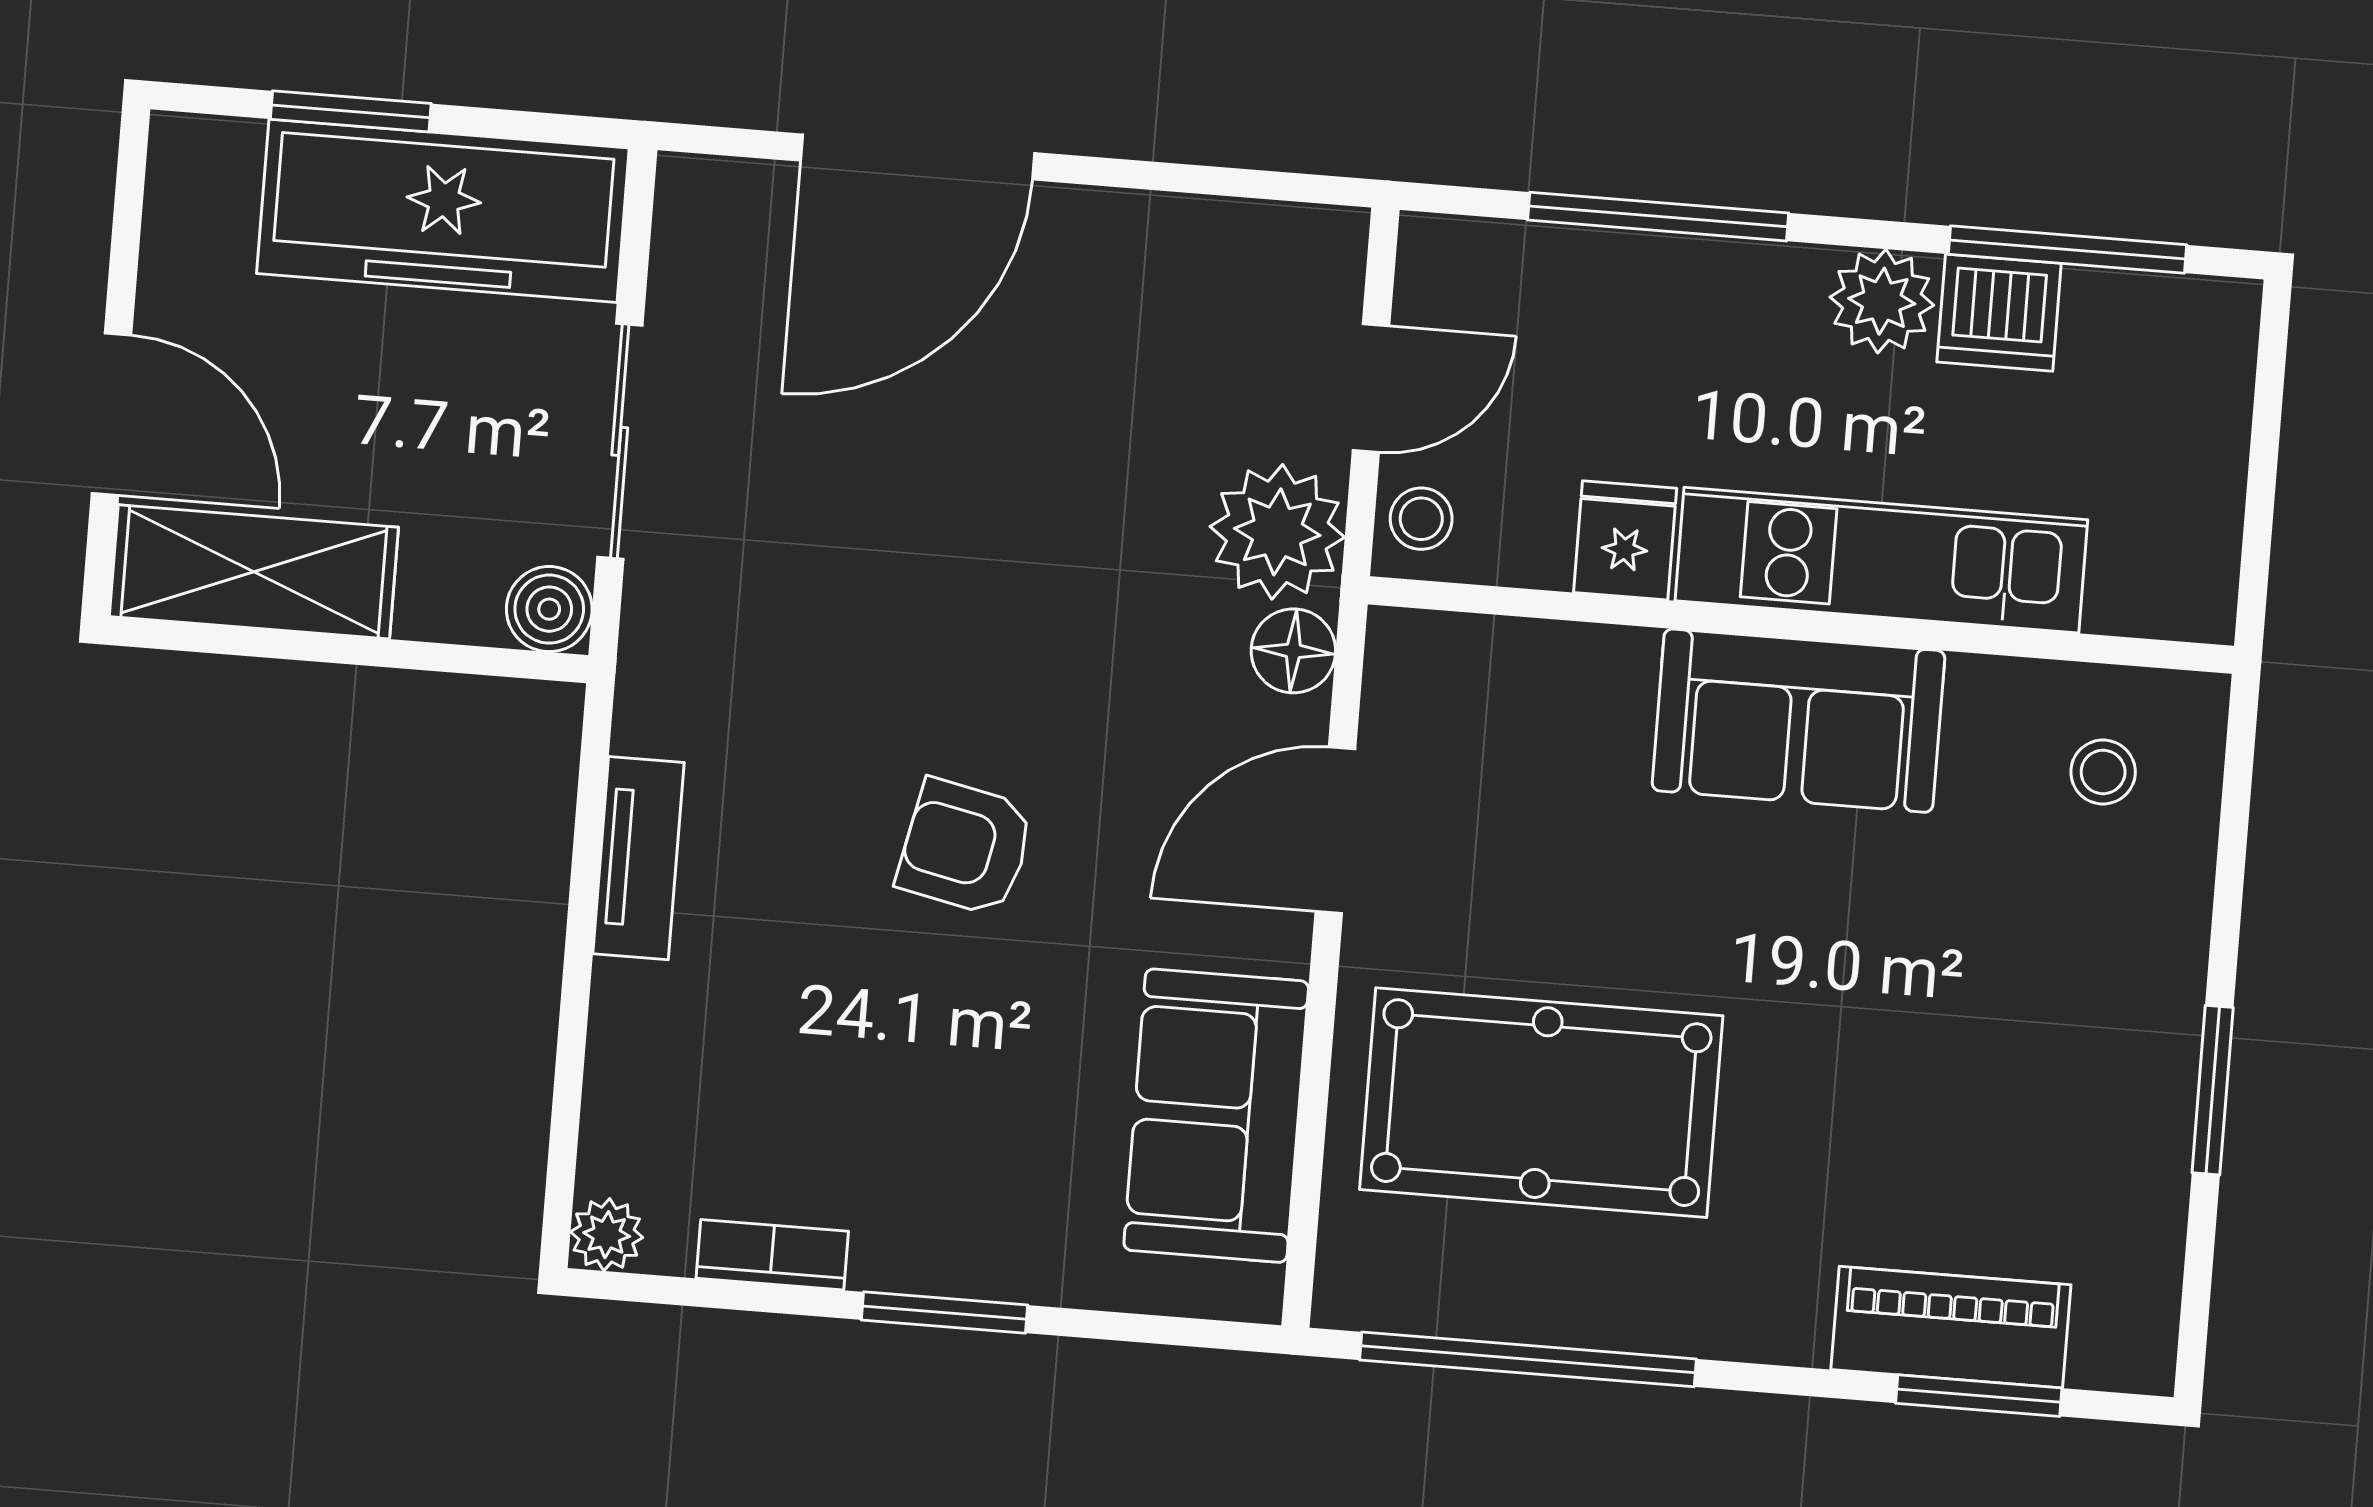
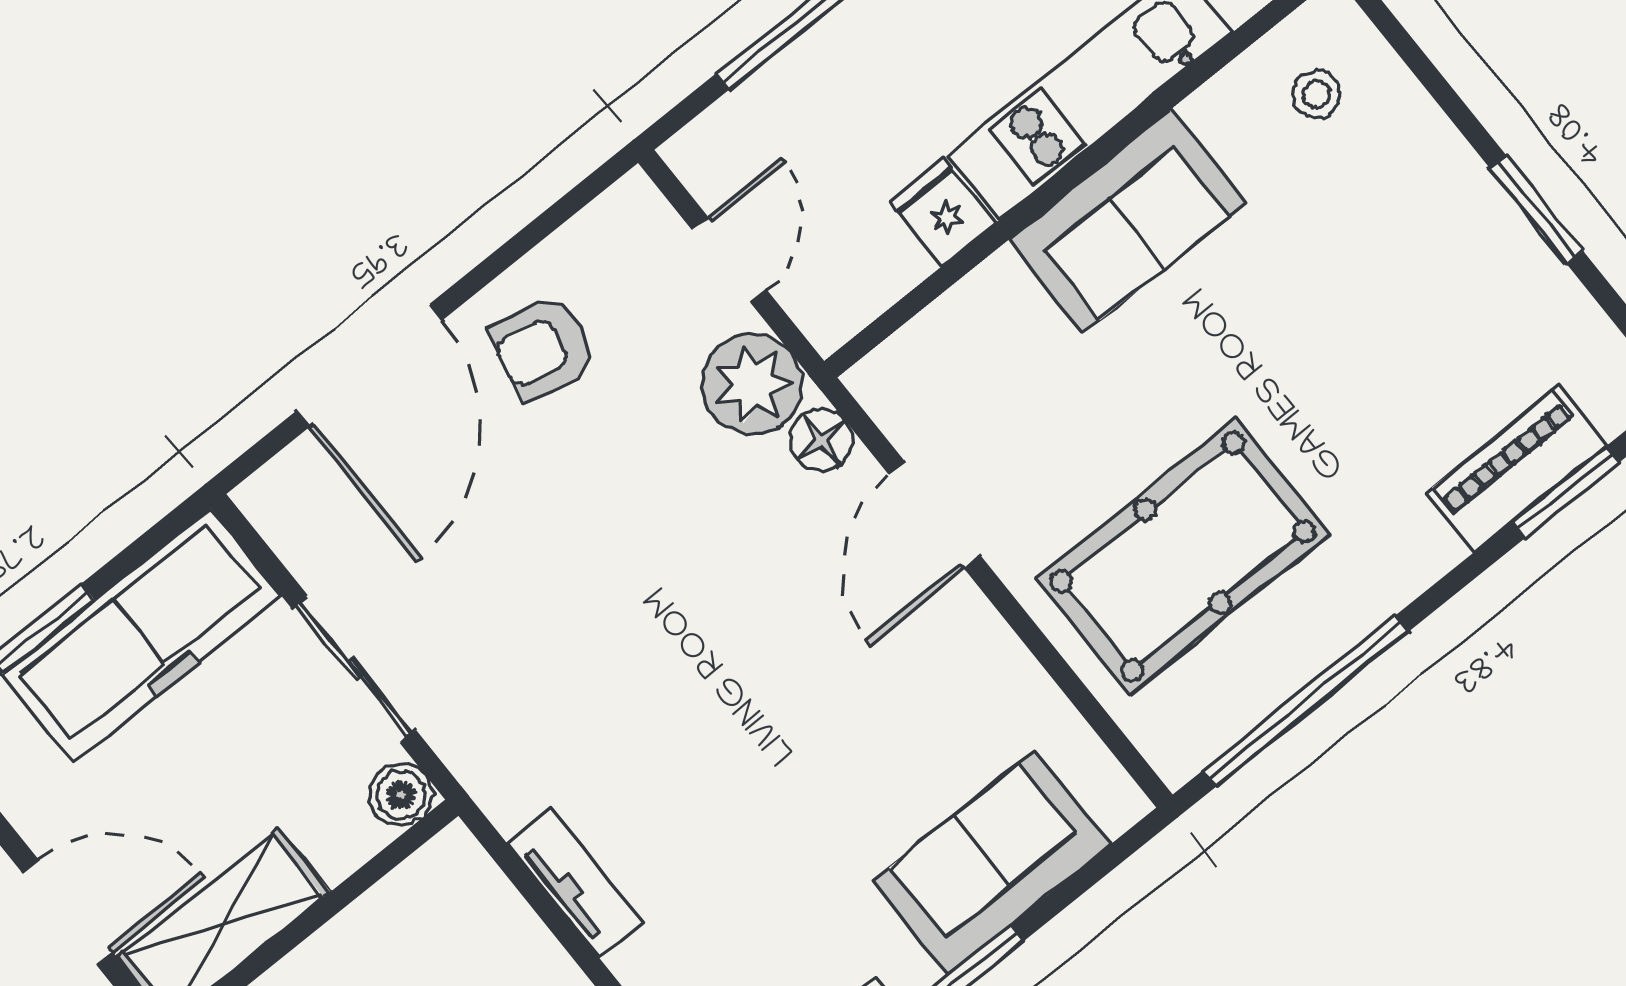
stool: (1421, 519) -> (822, 304), removed
armchair: (965, 847) -> (543, 348), moved
sofa: (1216, 1116) -> (992, 862), moved, turned 90

